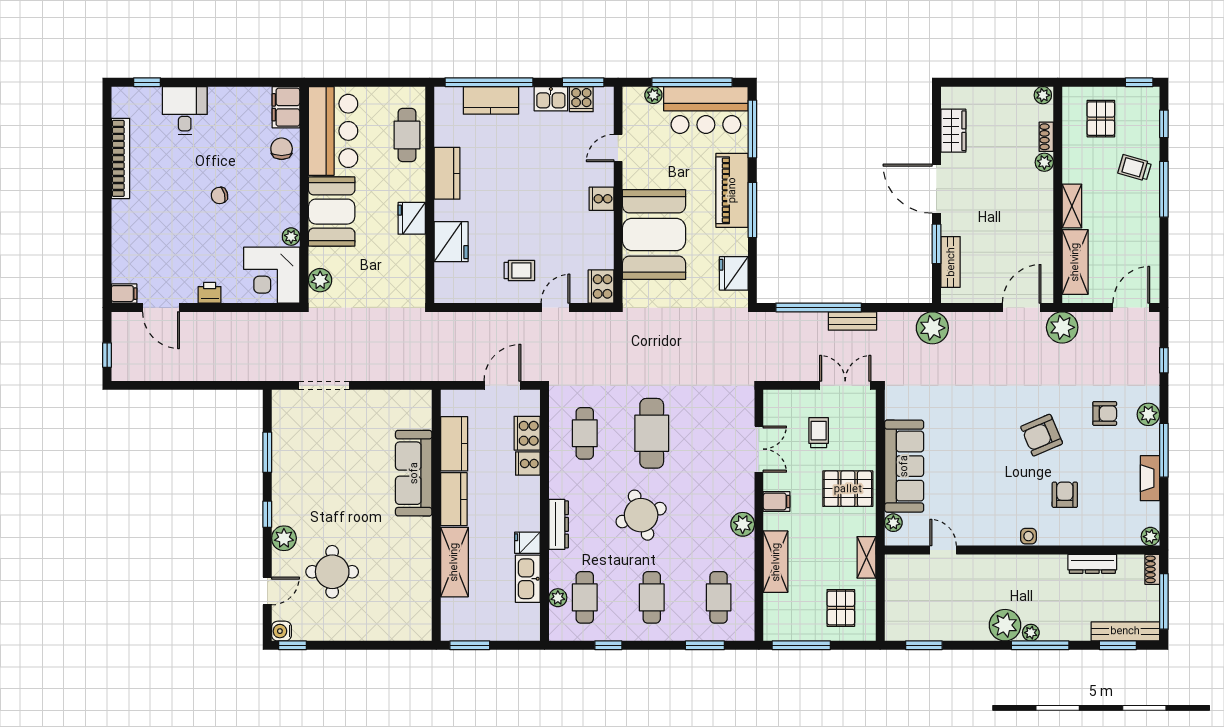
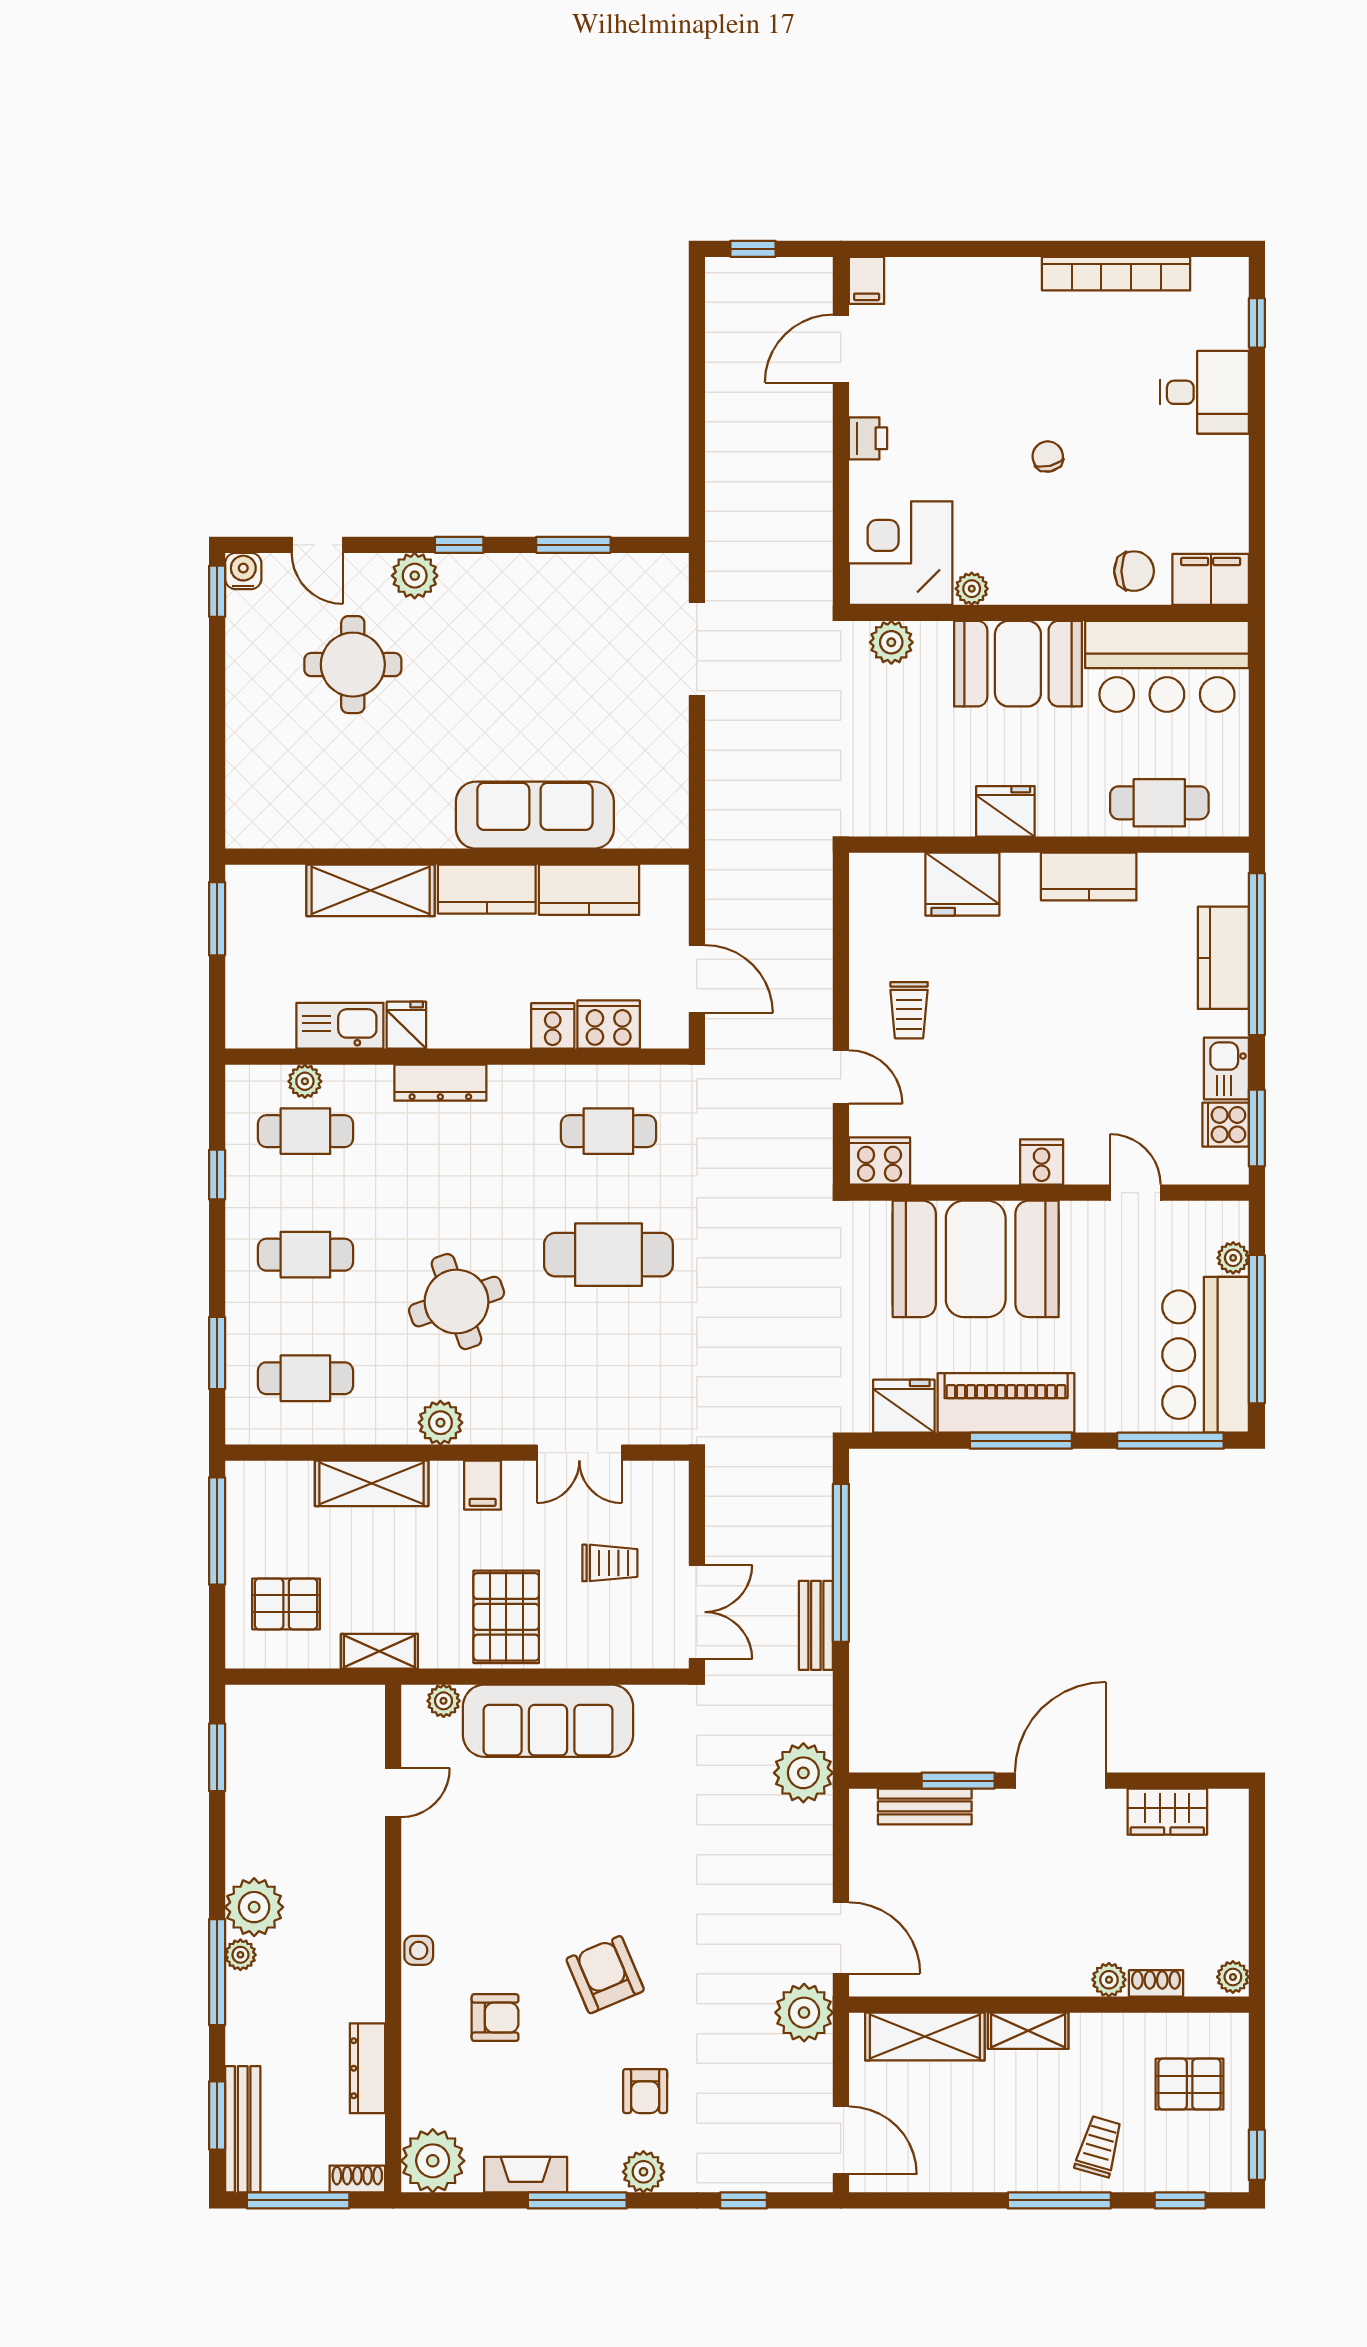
piano: (732, 190) -> (1006, 1403), moved
round table: (641, 515) -> (457, 1302), moved
plant: (1150, 537) -> (433, 2161), width x1.88, depth x1.88

